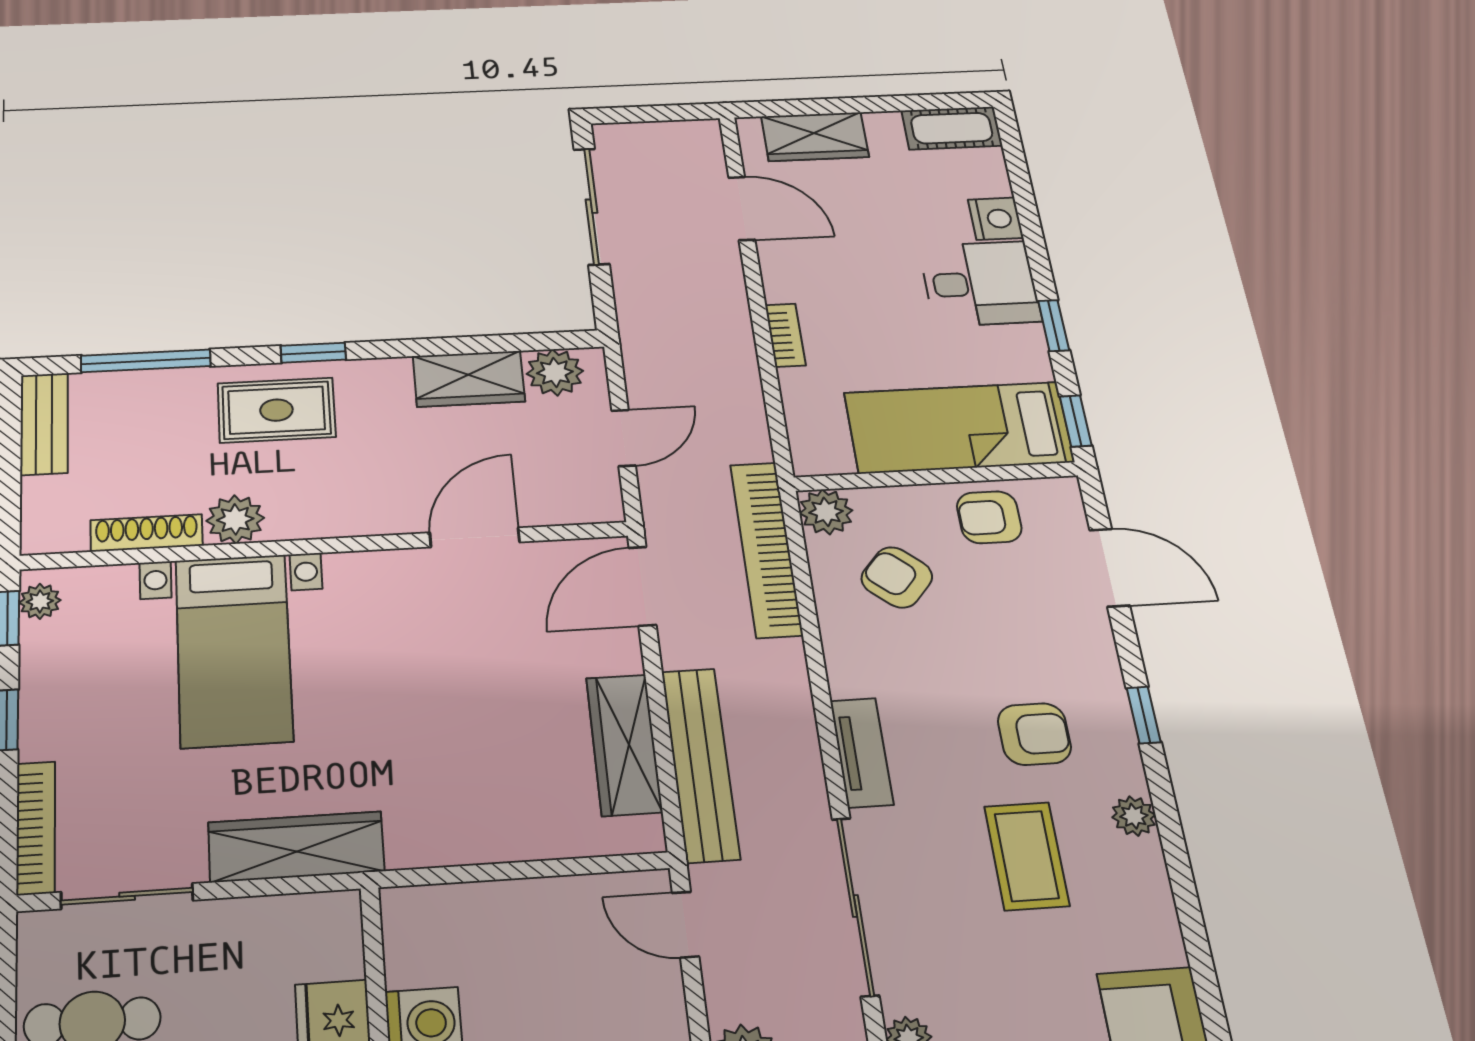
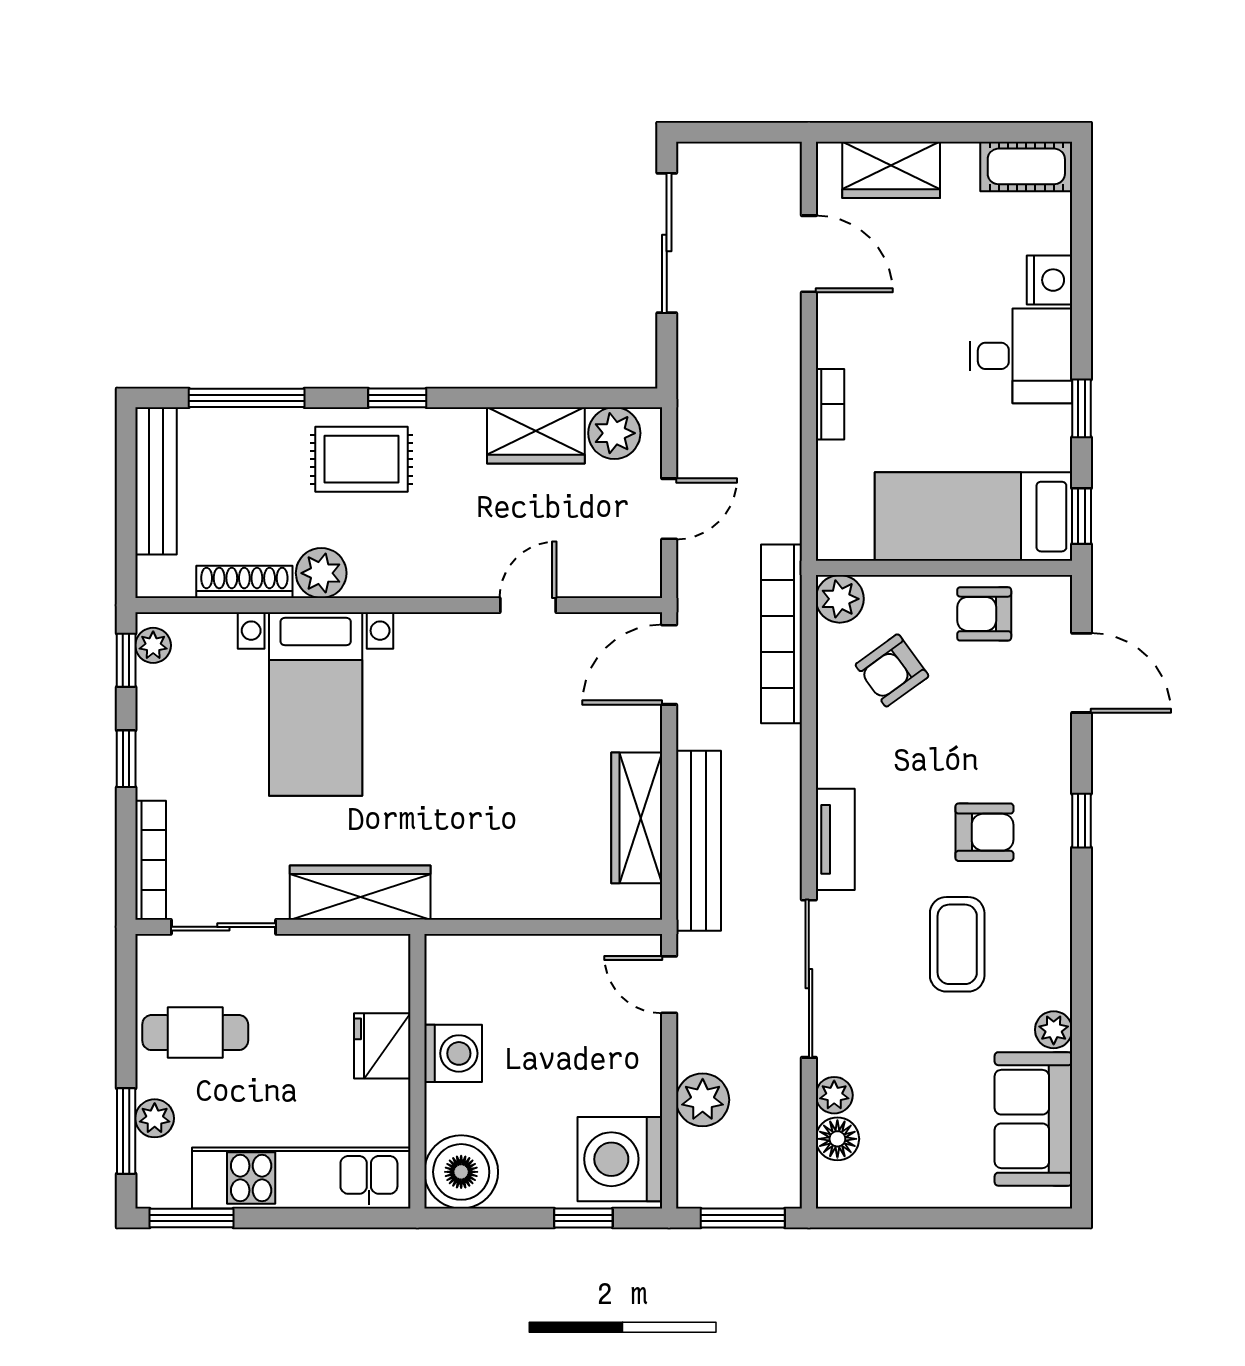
bench: (44, 424) -> (156, 481), width x1.36
door: (475, 537) -> (528, 605), width x0.73
armchair: (897, 577) -> (892, 670), turned -77
plant: (1134, 816) -> (1054, 1030), moved

